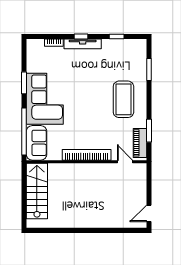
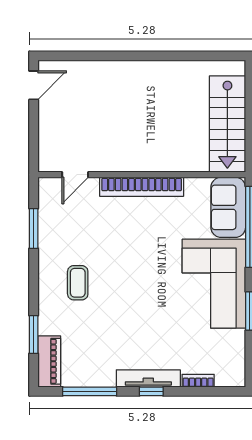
window: (117, 36) -> (90, 391), width x2.17
coffee table: (123, 99) -> (78, 283), width x0.54, depth x0.58
piano: (140, 143) -> (49, 361), moved
door: (125, 162) -> (75, 175), hinge flipped

